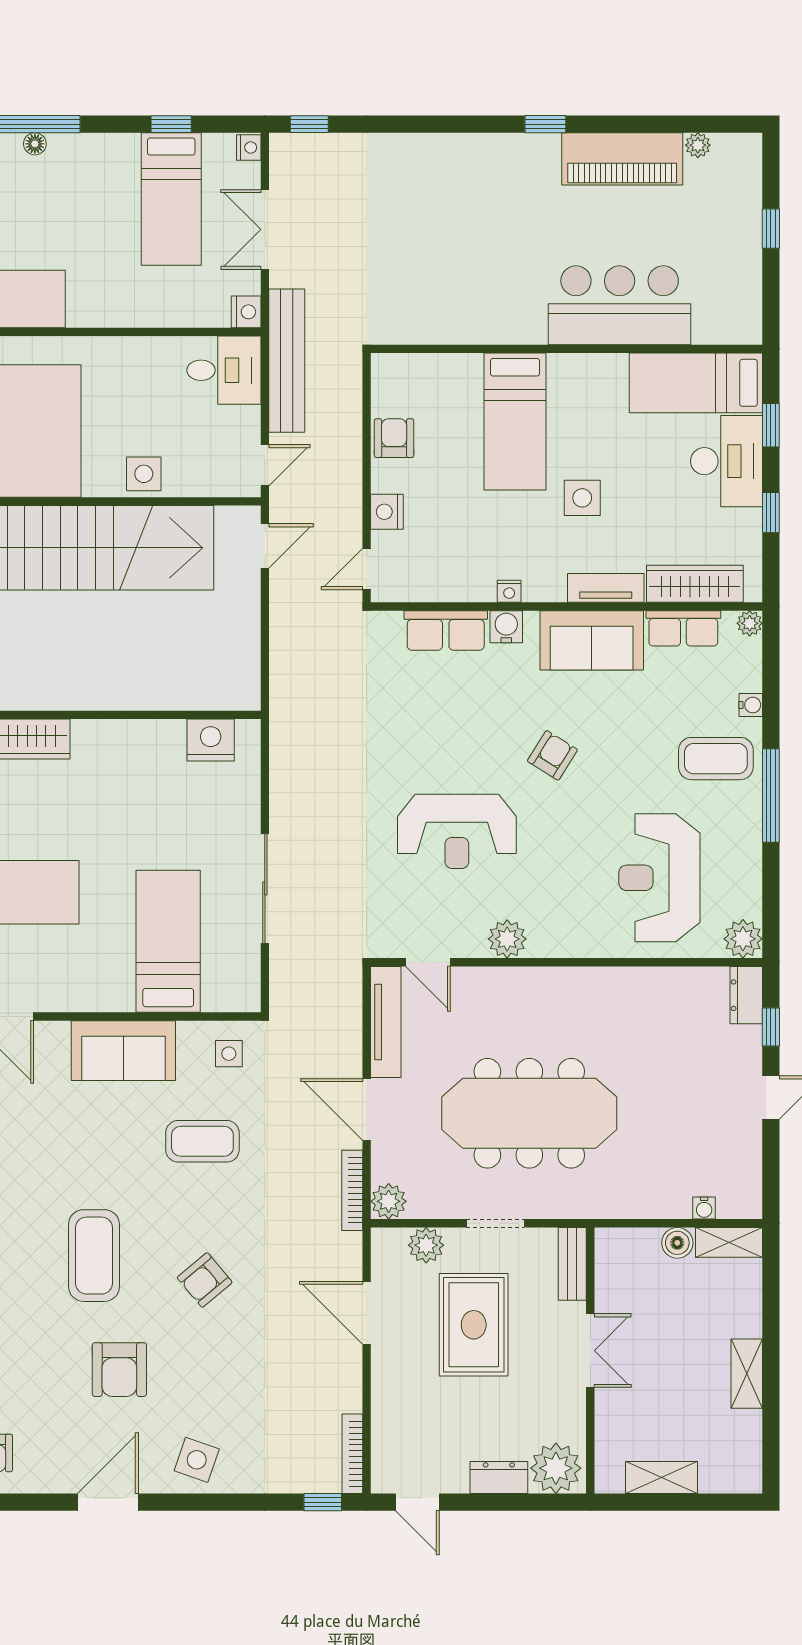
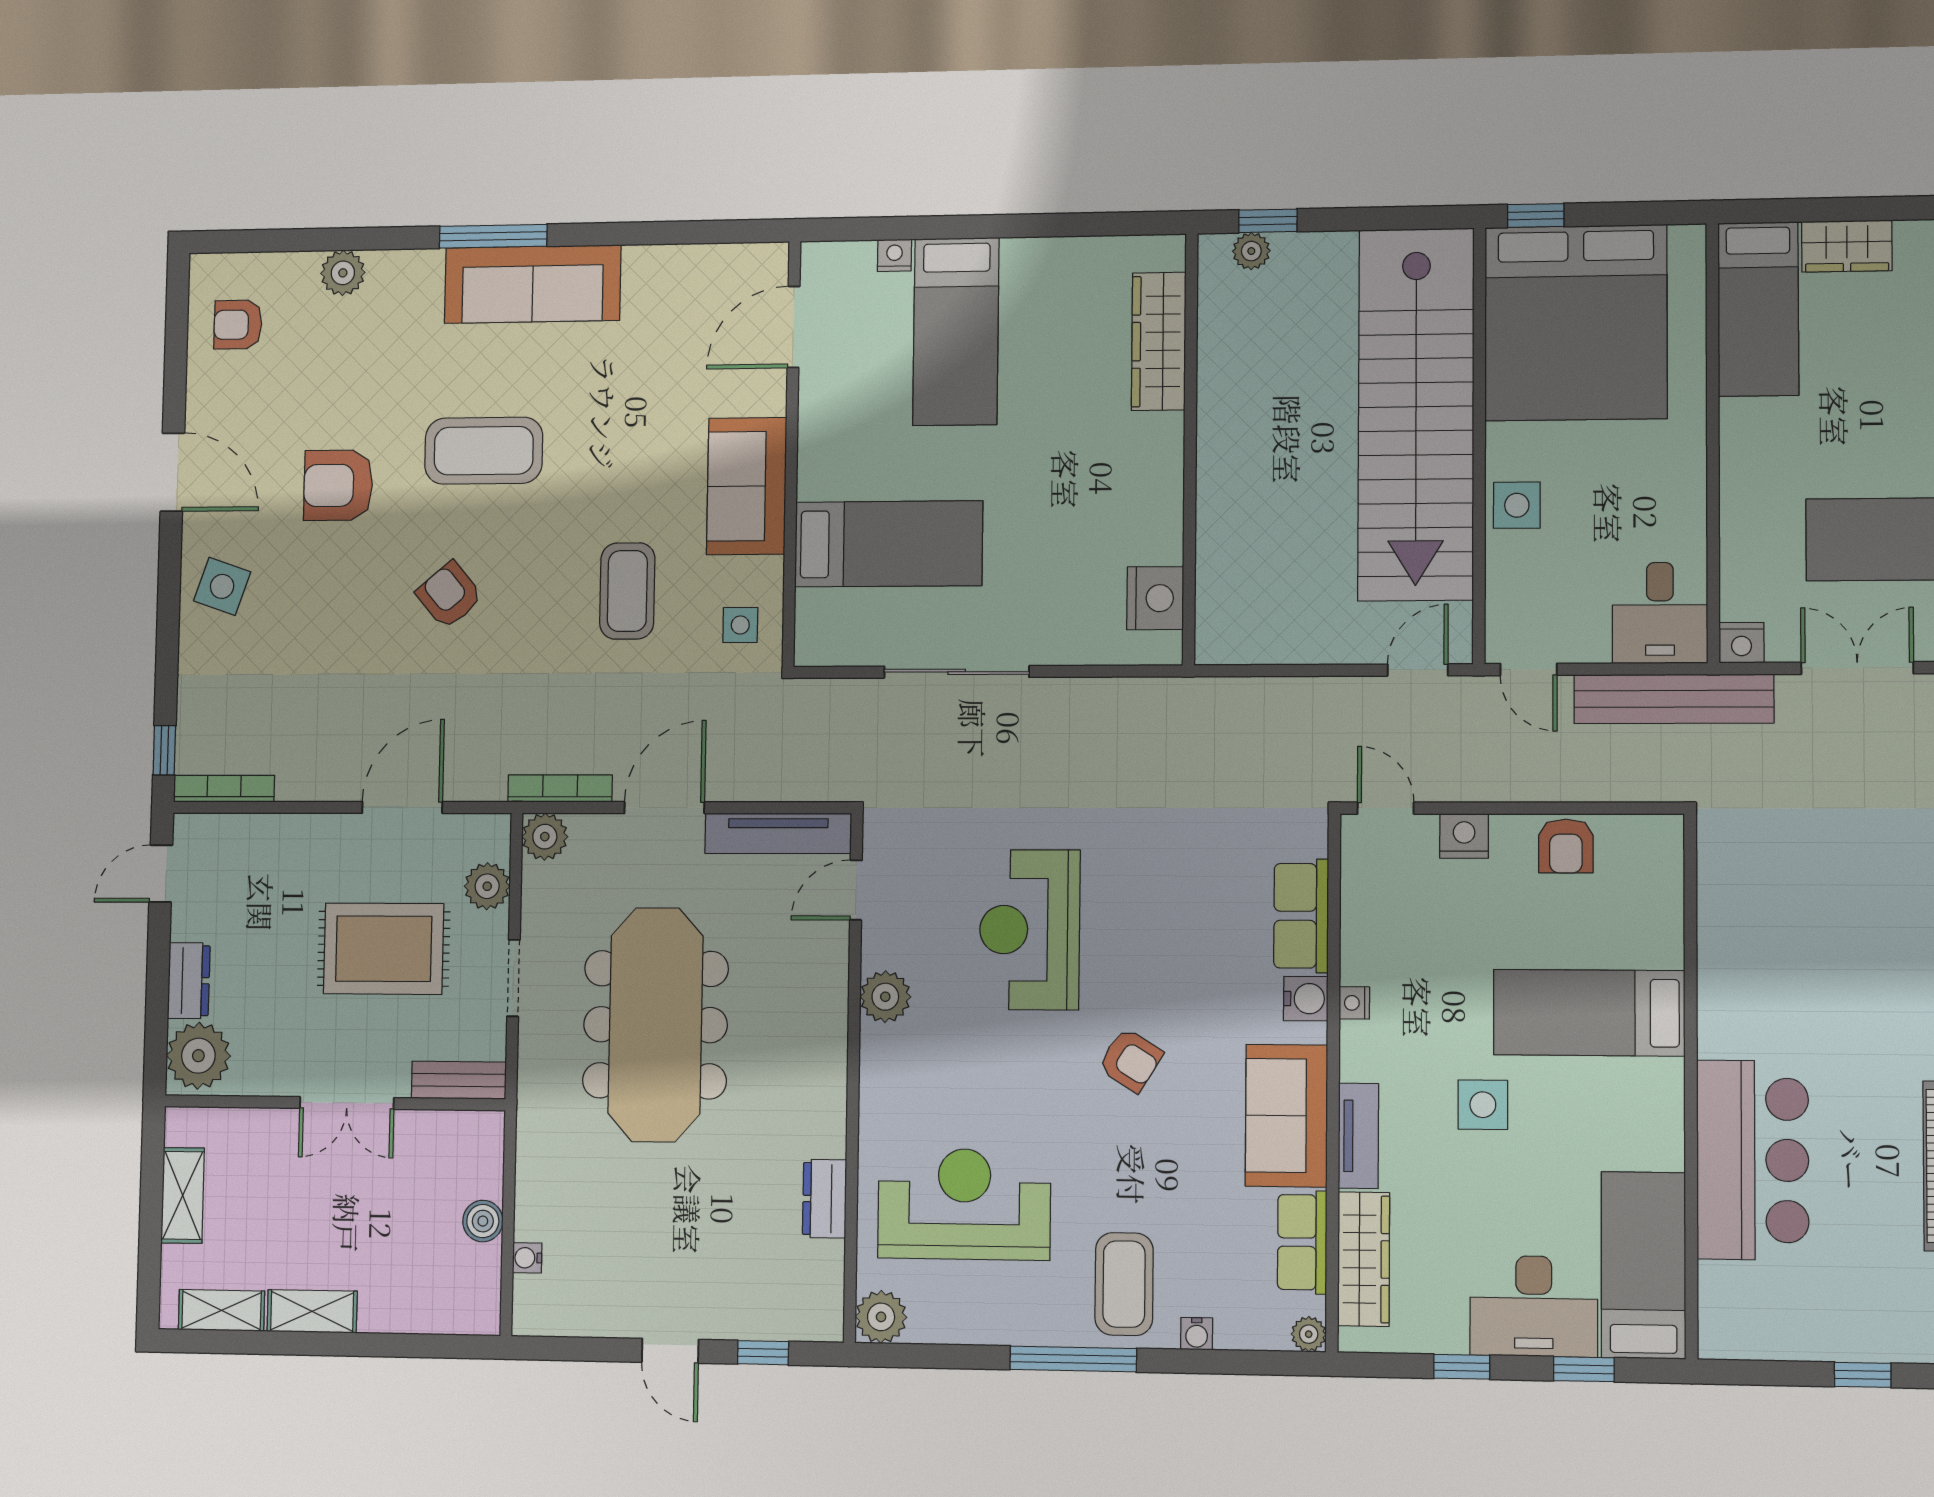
armchair: (394, 438) -> (1566, 846), turned 90
door: (265, 546) -> (1418, 670), swing flipped
dresser: (746, 995) -> (824, 1199), moved, turned -90
shelving: (729, 1242) -> (221, 1310), moved, turned 90

